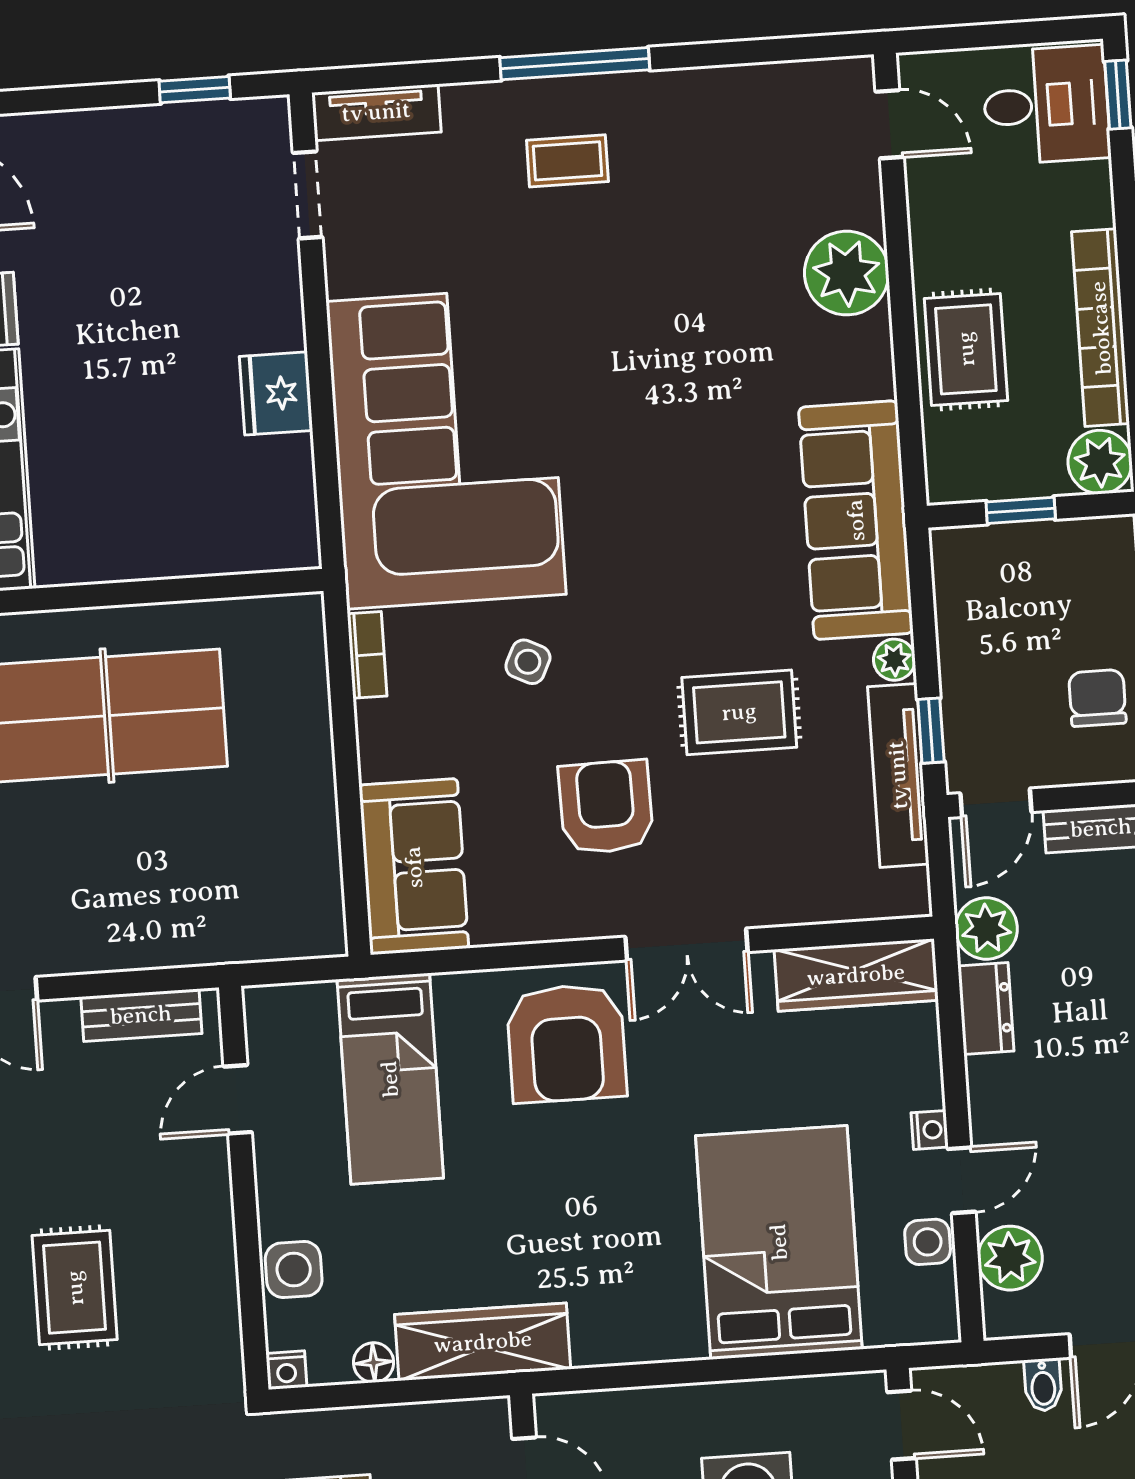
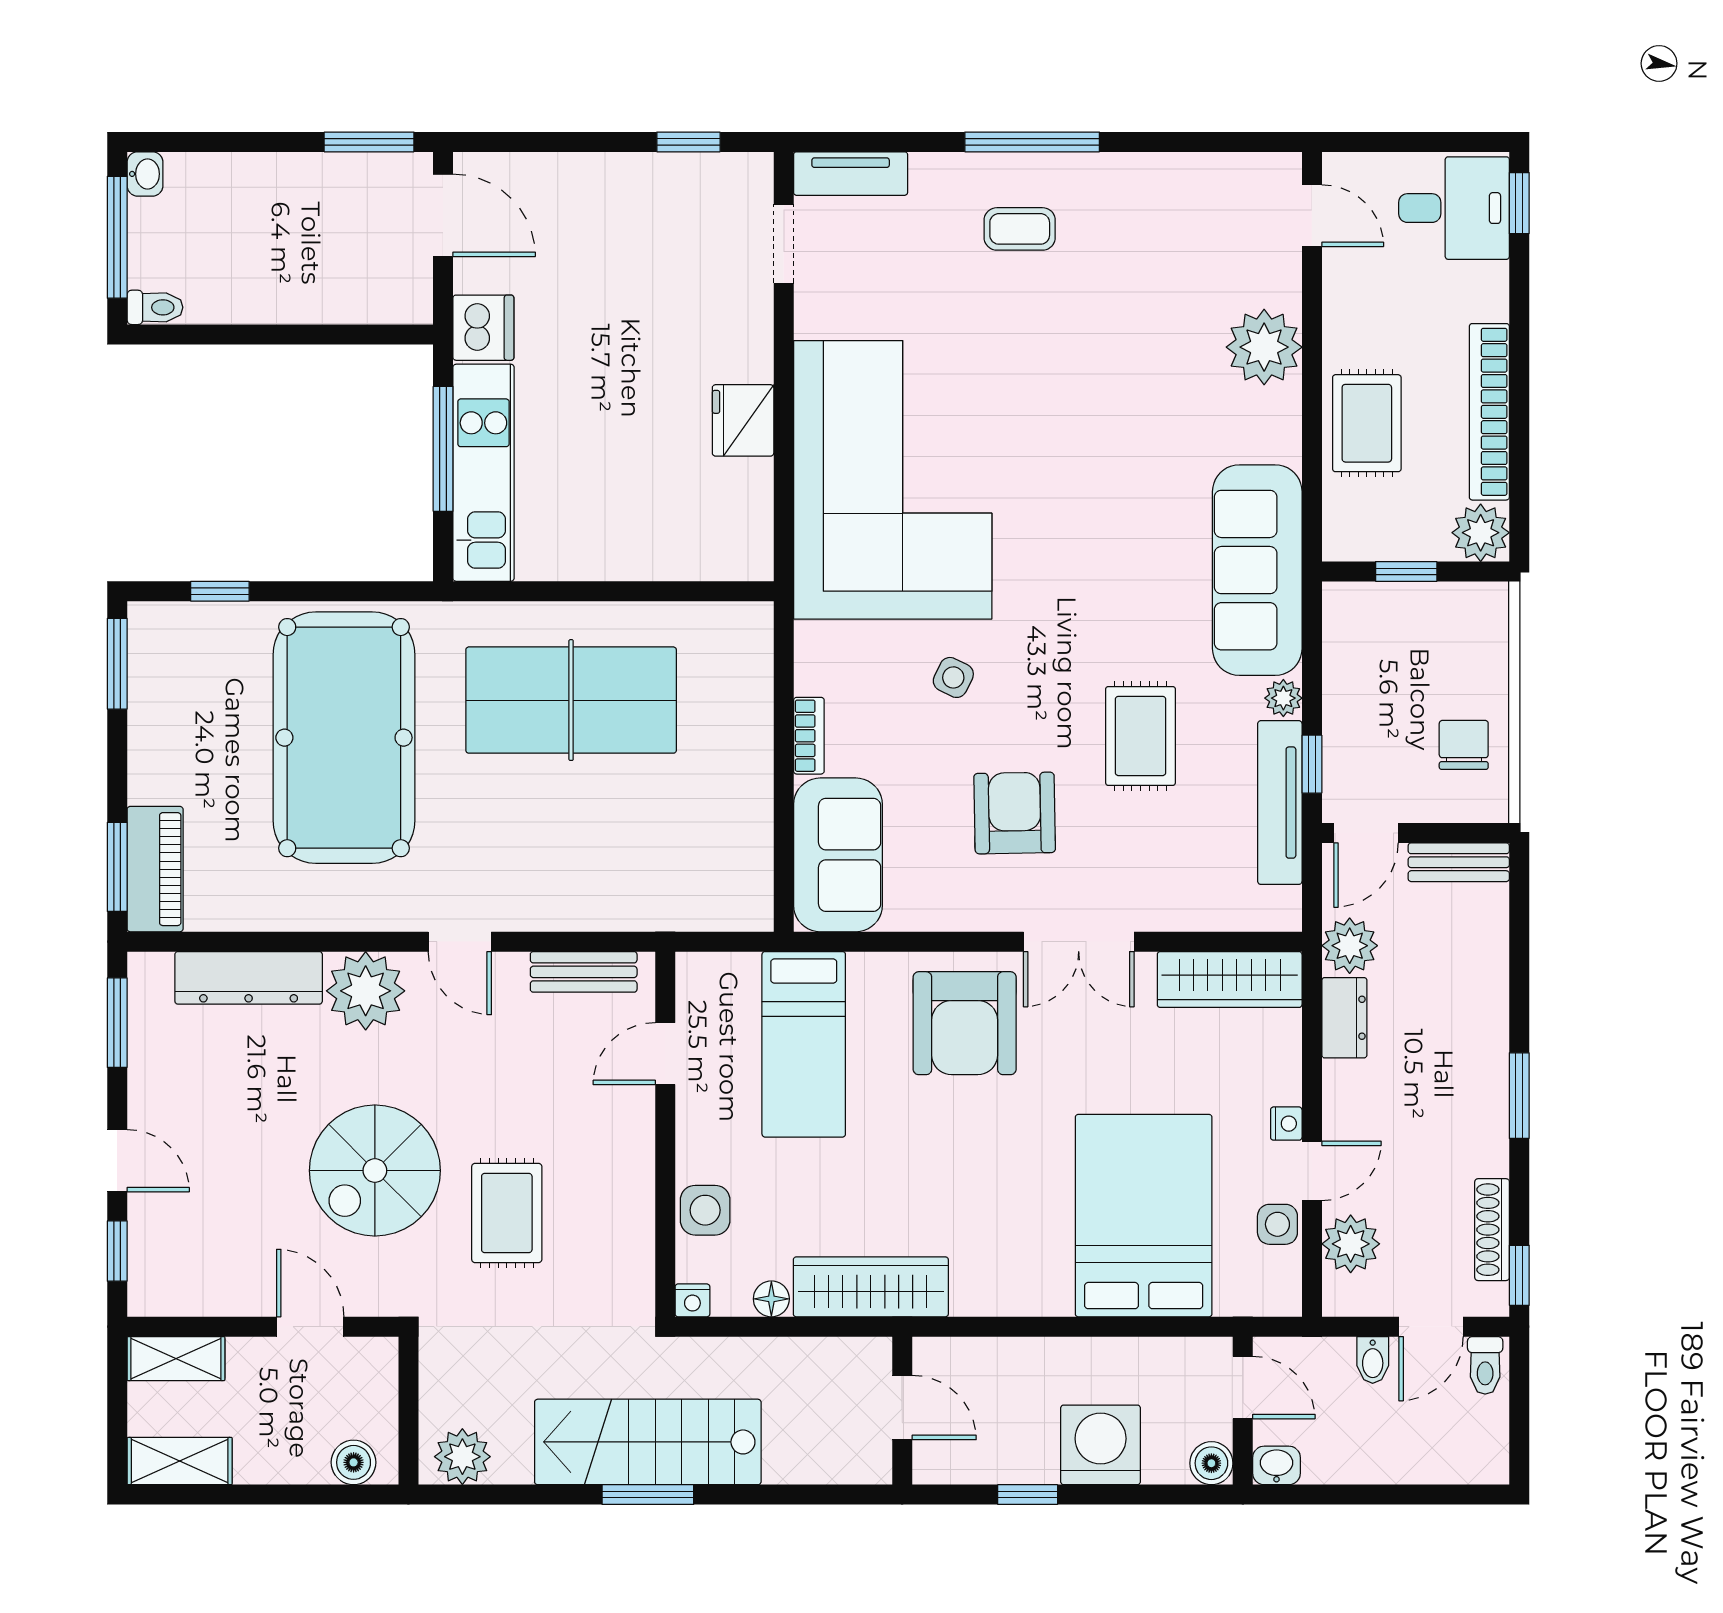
bookcase: (367, 655) -> (809, 736), moved
rug: (739, 712) -> (1141, 736), turned 90

